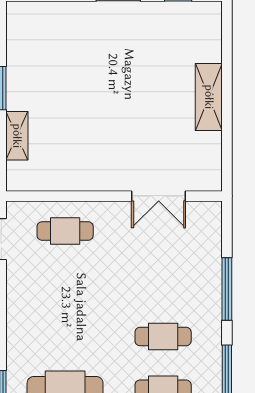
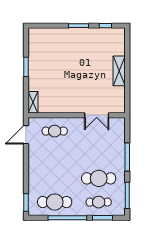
shelving: (17, 136) -> (33, 102), moved
cafe table: (163, 336) -> (99, 178), width x1.37, depth x1.35

